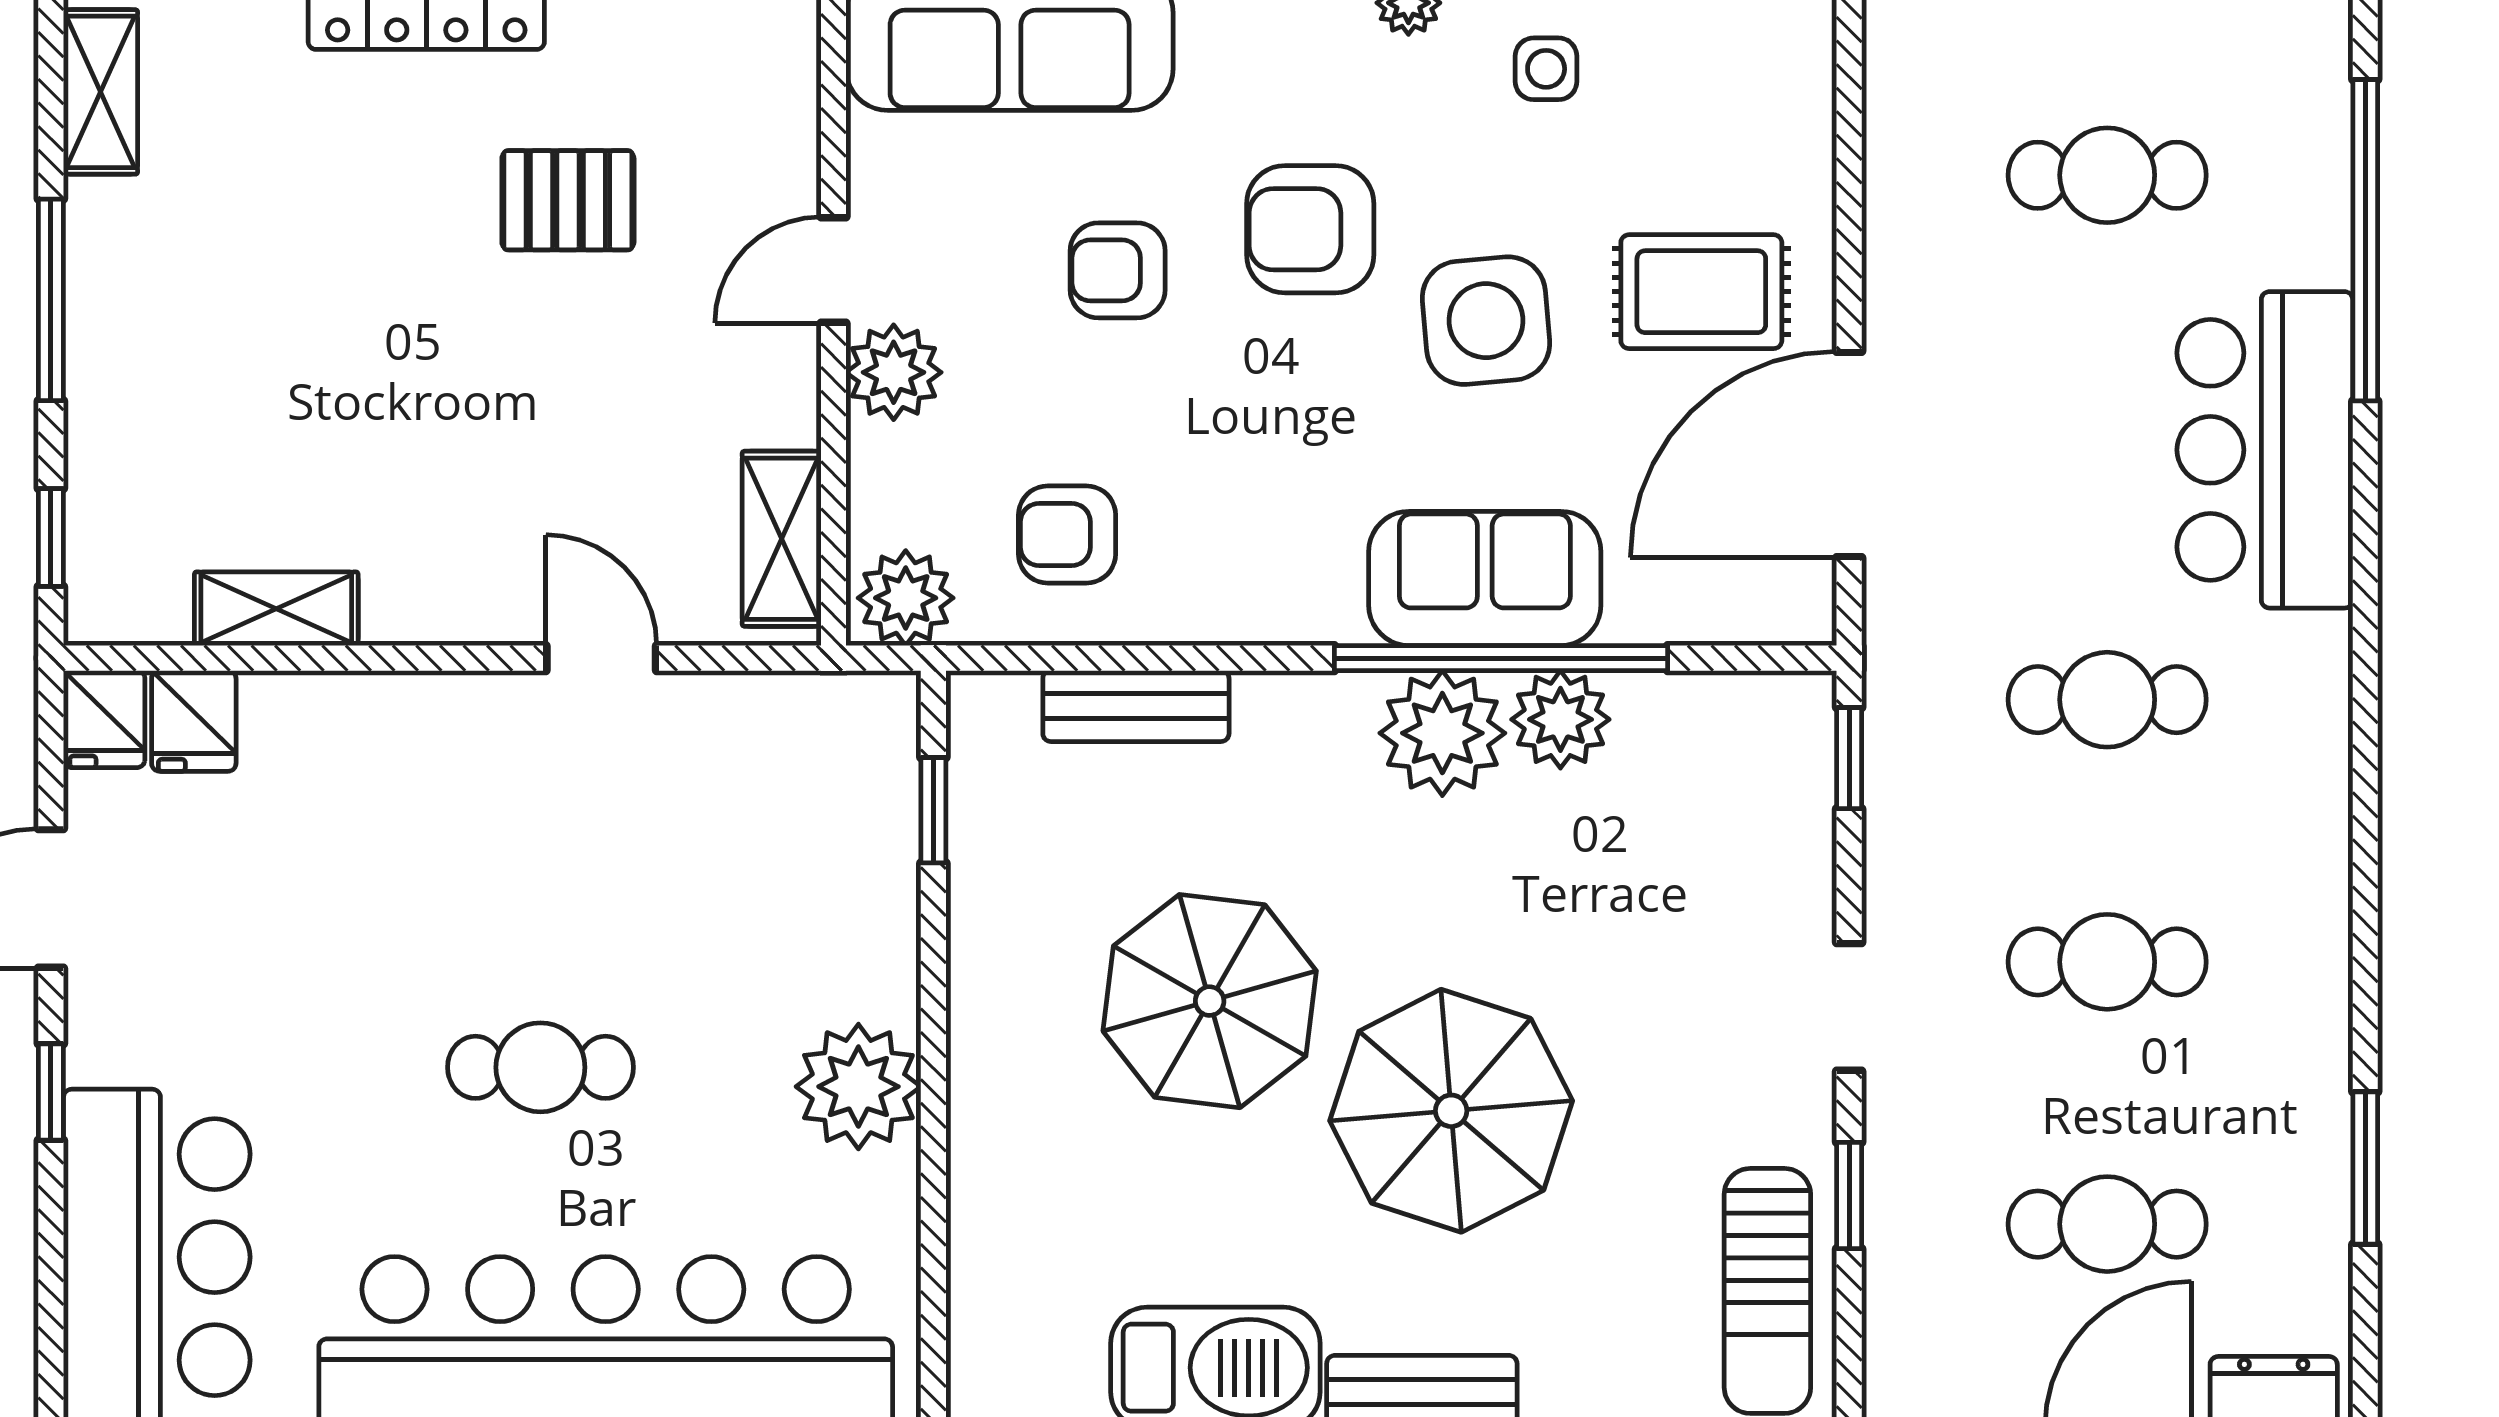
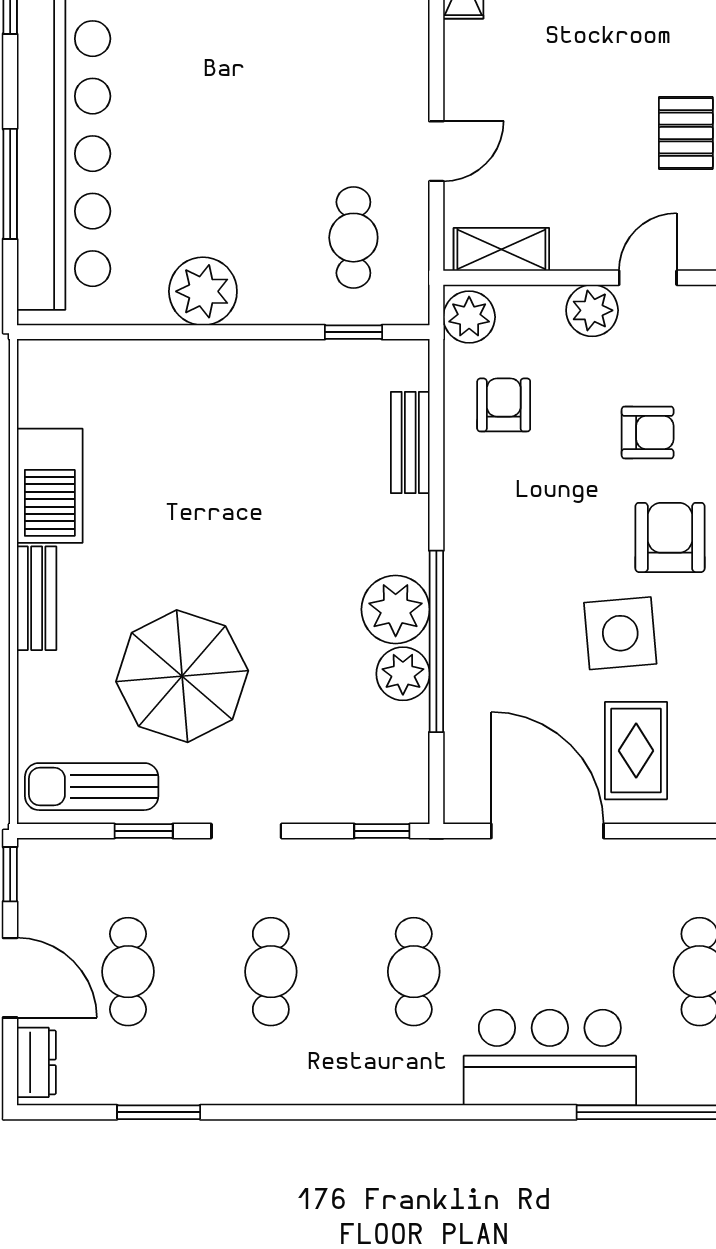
door: (833, 270) -> (648, 278), hinge flipped
armchair: (1118, 270) -> (648, 433), turned 90
sofa: (1485, 578) -> (480, 633), removed
parasol: (1210, 1001) -> (250, 483), removed
cafe table: (540, 1067) -> (353, 238), moved
parasol: (1451, 1111) -> (182, 676), moved

